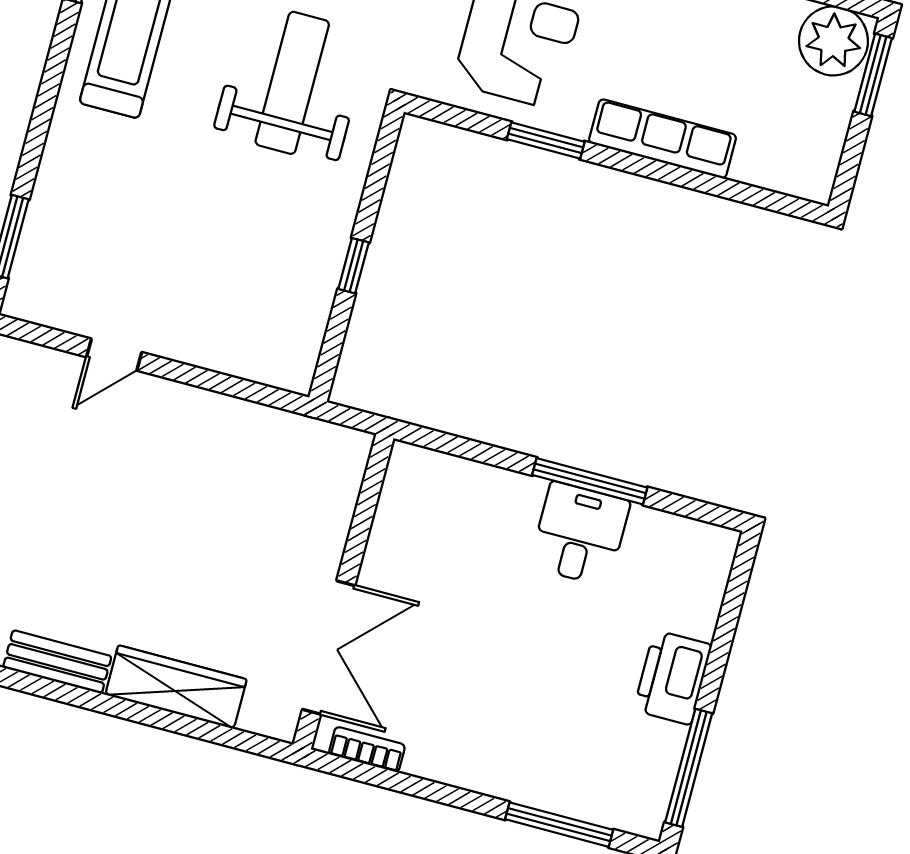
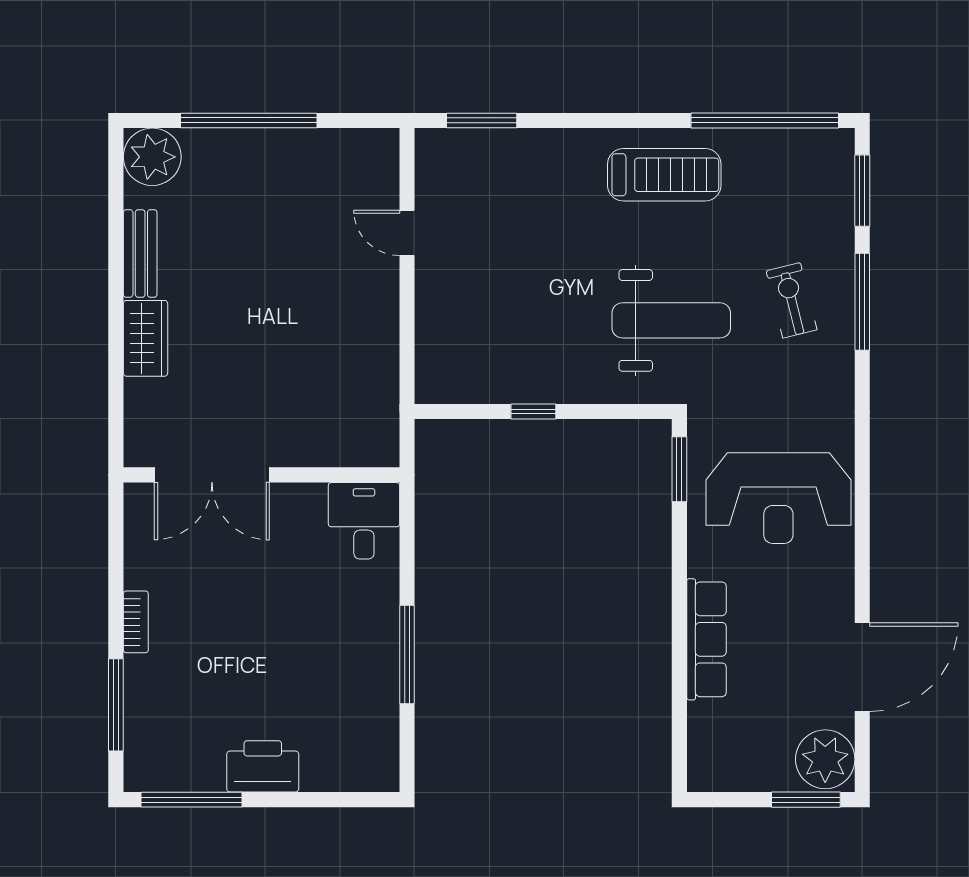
window: (546, 140) -> (679, 469), moved
desk: (580, 534) -> (364, 521), moved, turned -90
wardrobe: (176, 687) -> (145, 338), width x0.67
bookcase: (367, 749) -> (136, 622), moved

